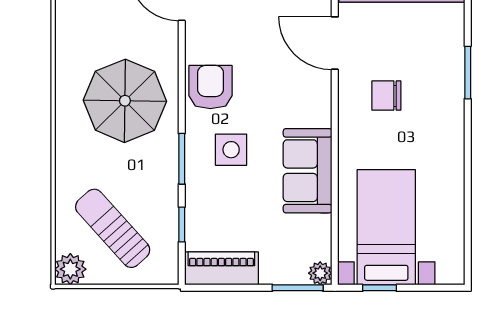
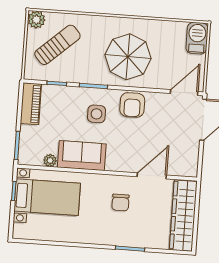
armchair: (210, 87) -> (132, 105), turned 90
chair: (386, 96) -> (120, 202), turned 180
plant: (320, 273) -> (50, 160), moved

